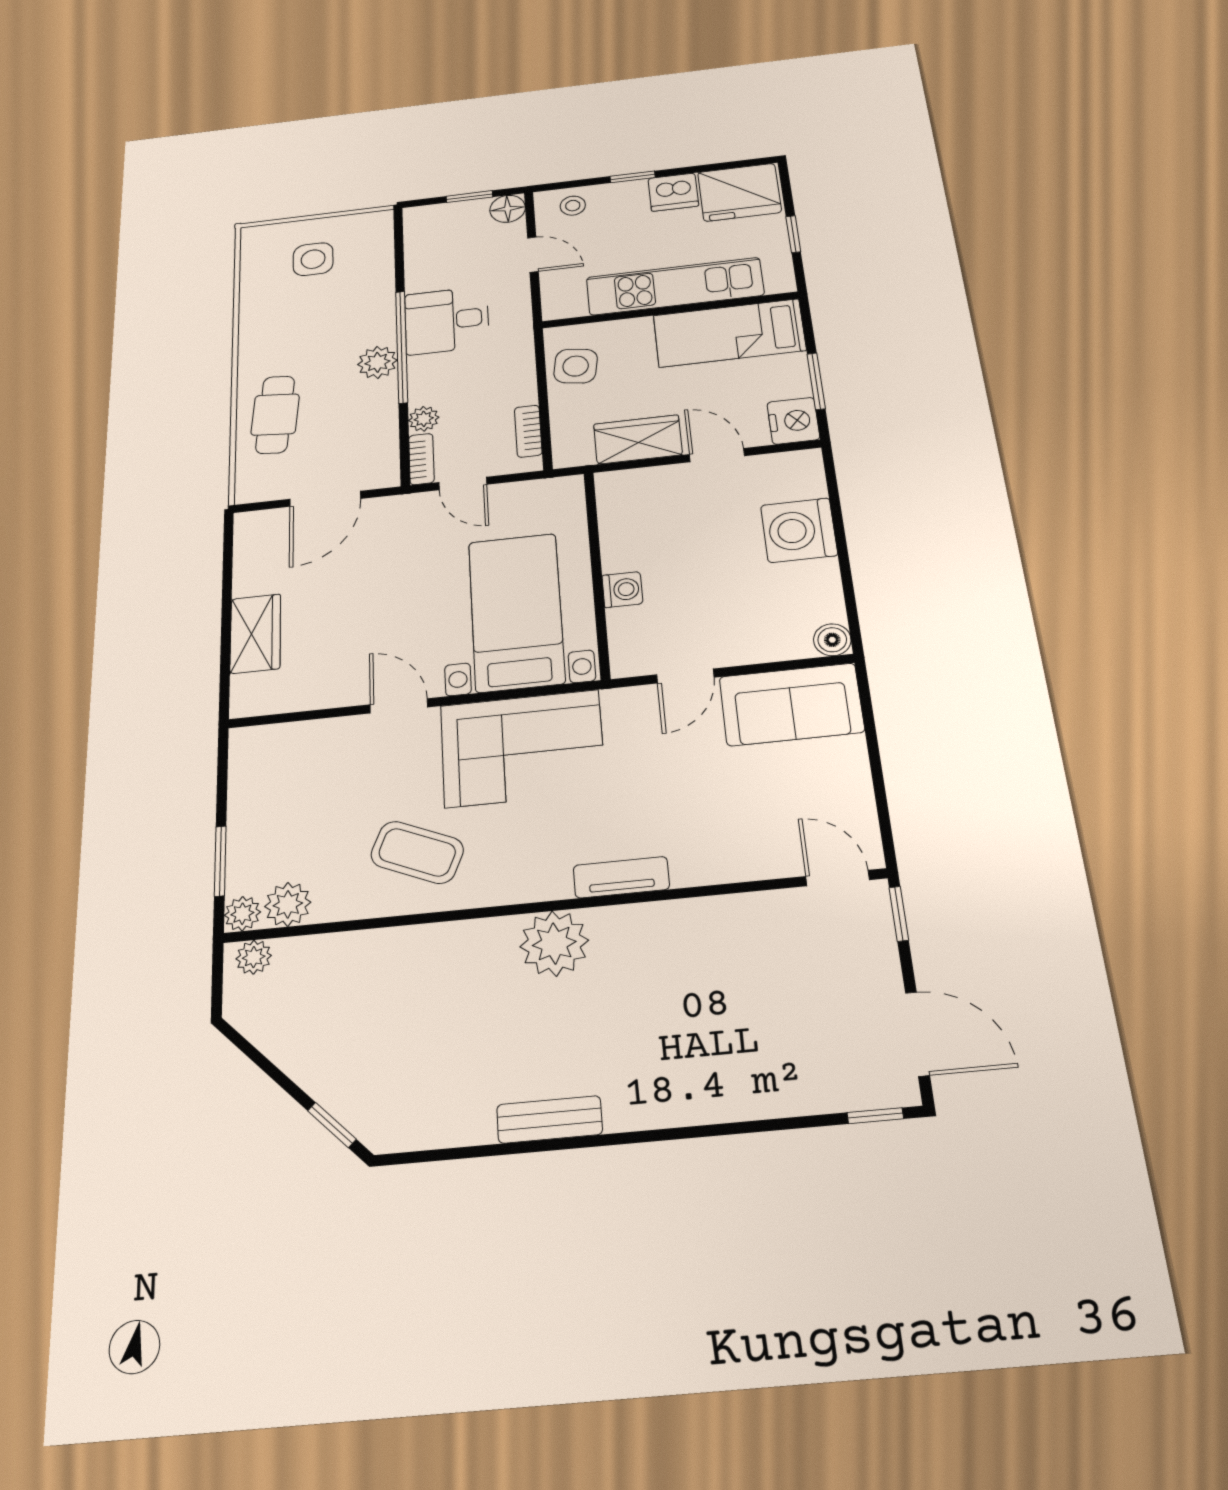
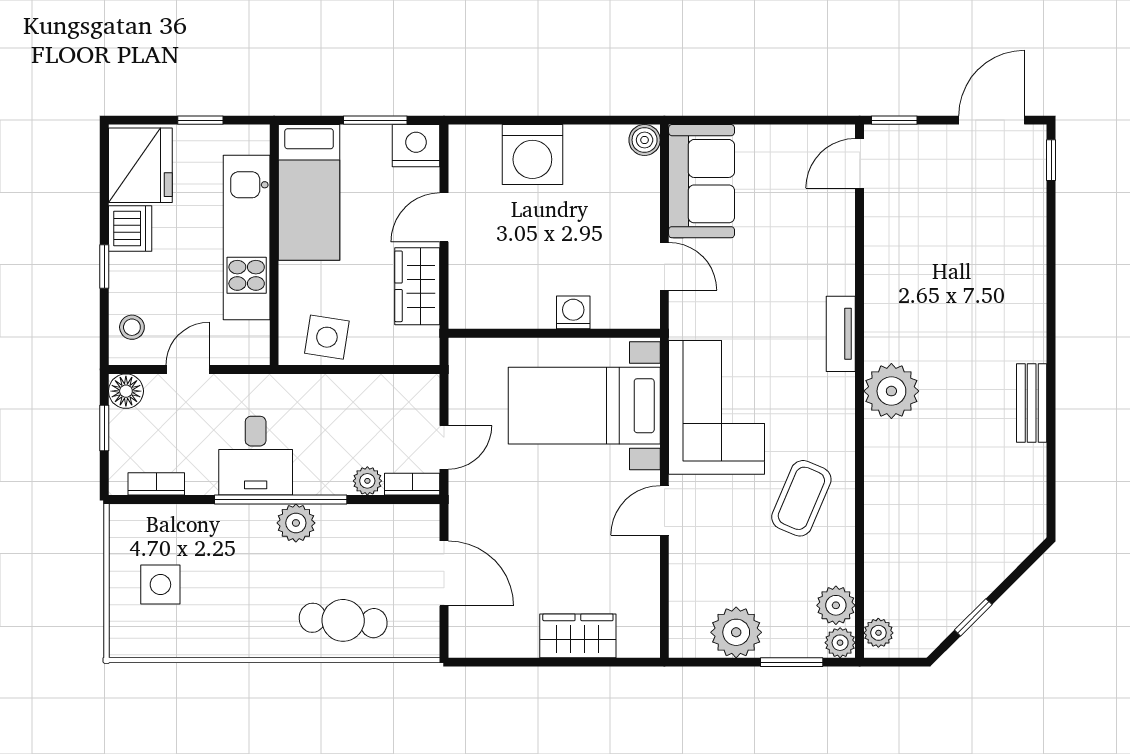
bookcase: (528, 431) -> (156, 484), moved, turned 180
plant: (257, 797) -> (736, 632), added
window: (332, 1125) -> (973, 617), moved

